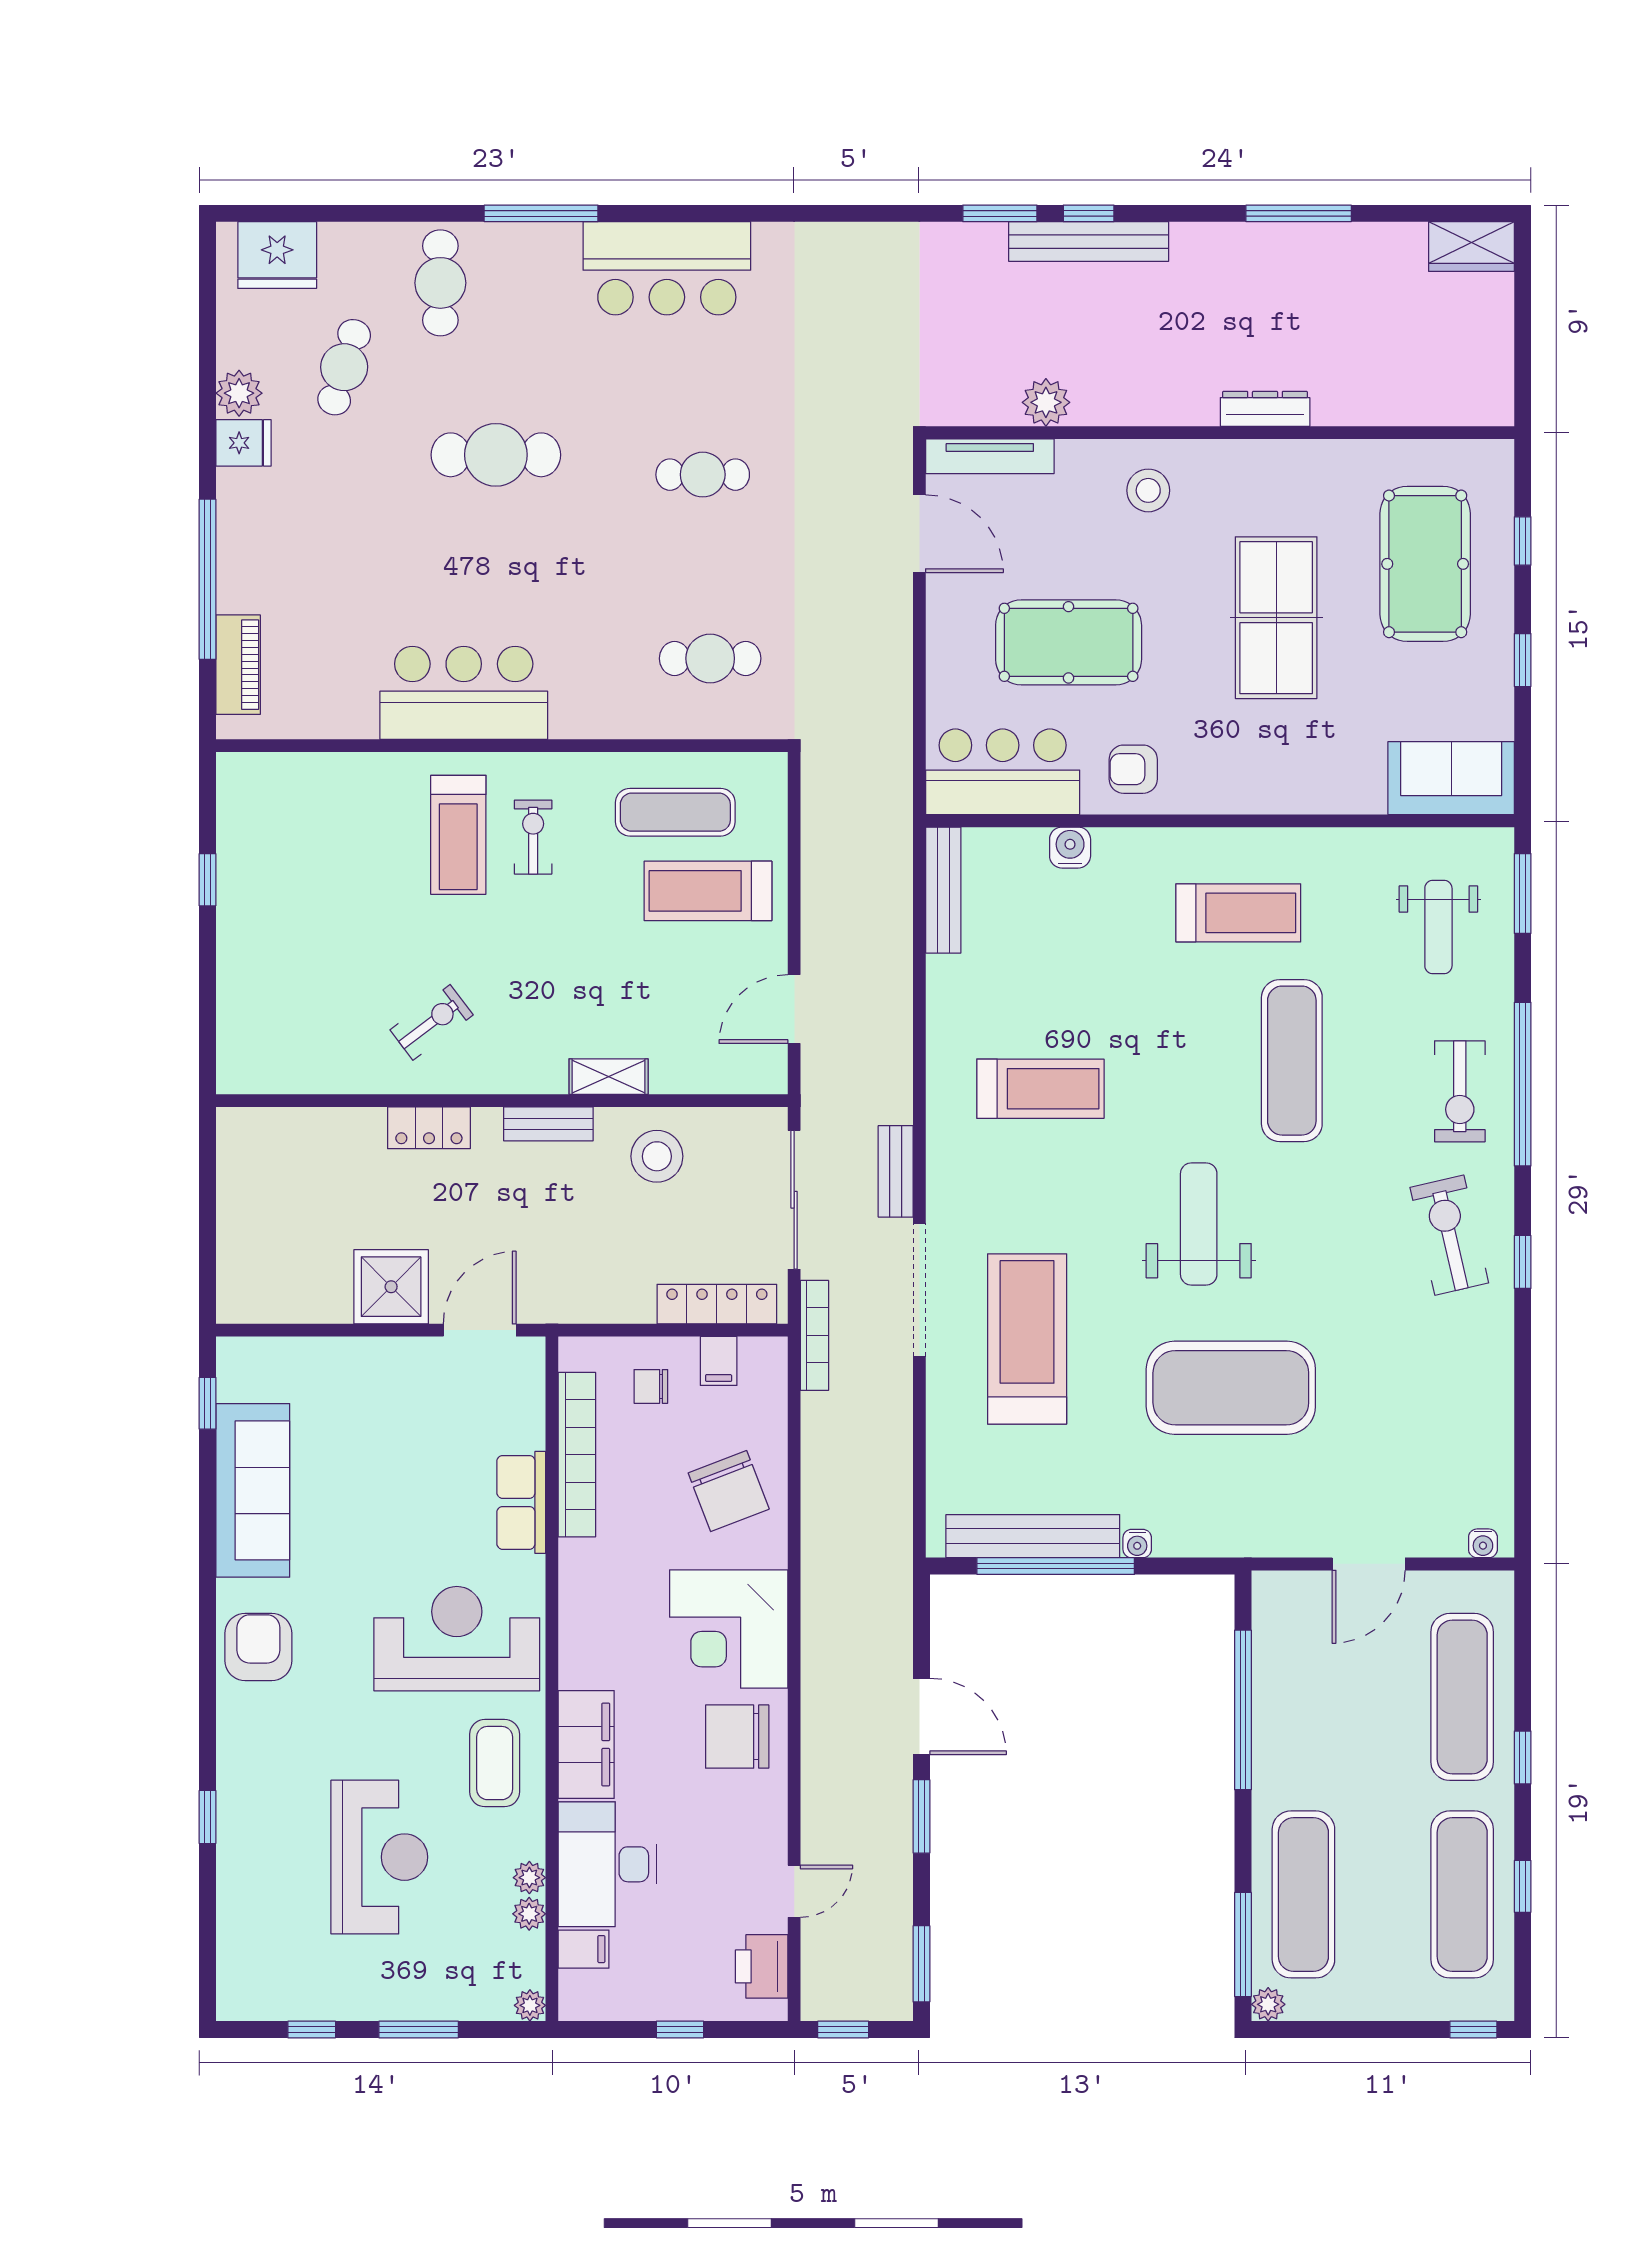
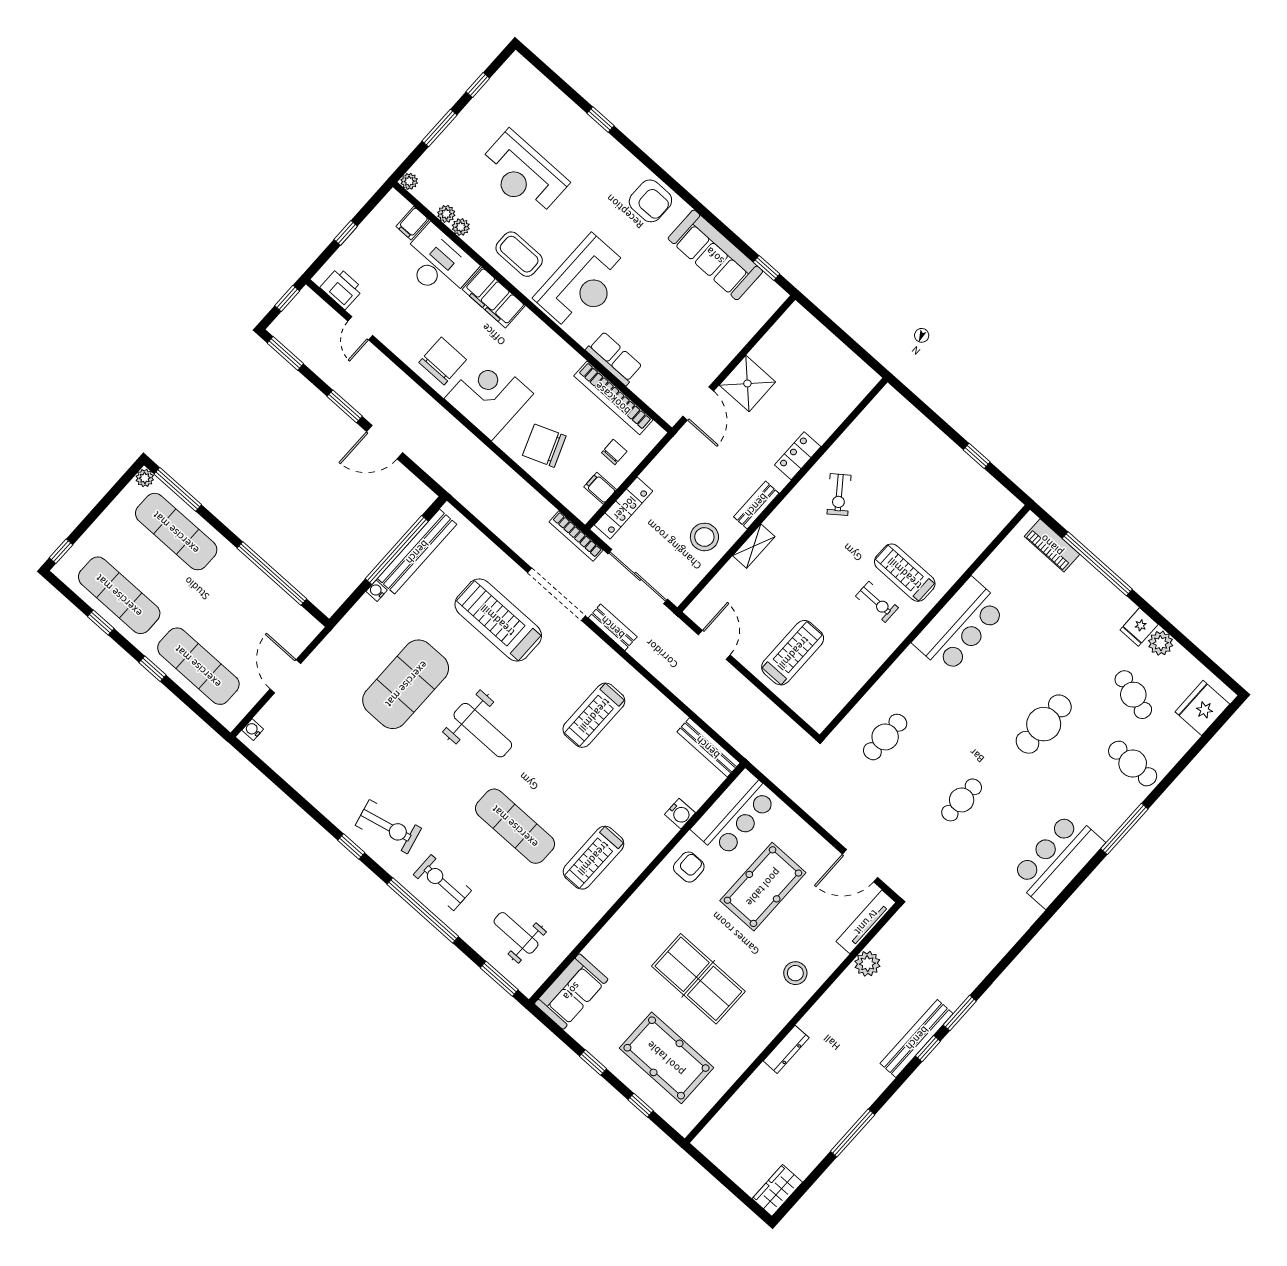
exercise mat: (675, 812) -> (836, 668), removed
treadmill: (1027, 1339) -> (498, 620), turned 180

